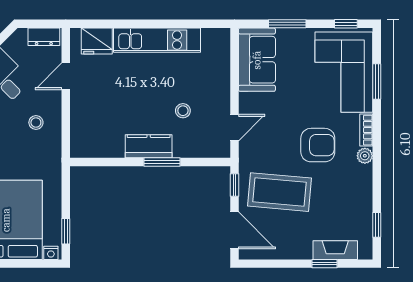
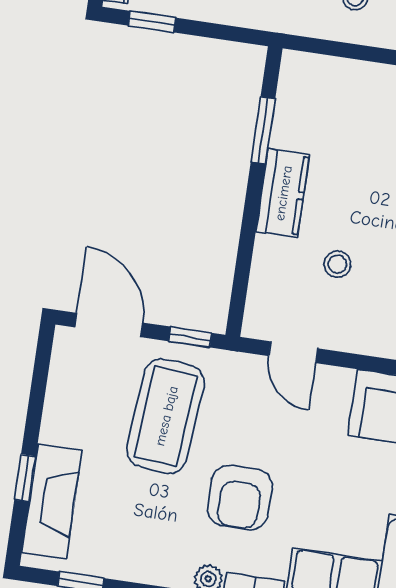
window: (162, 162) -> (263, 130), moved
door: (234, 230) -> (109, 325), swing flipped
fireplace: (335, 250) -> (52, 502), width x1.37, depth x1.32

